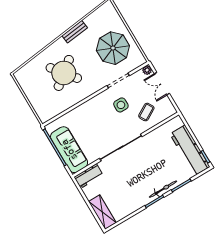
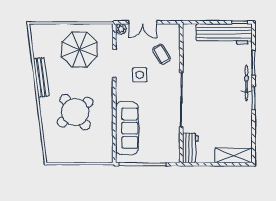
bench: (75, 32) -> (41, 77), width x1.36
sofa: (69, 150) -> (127, 128), moved, turned 90

